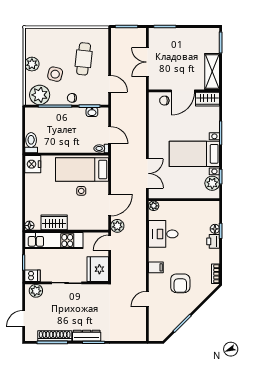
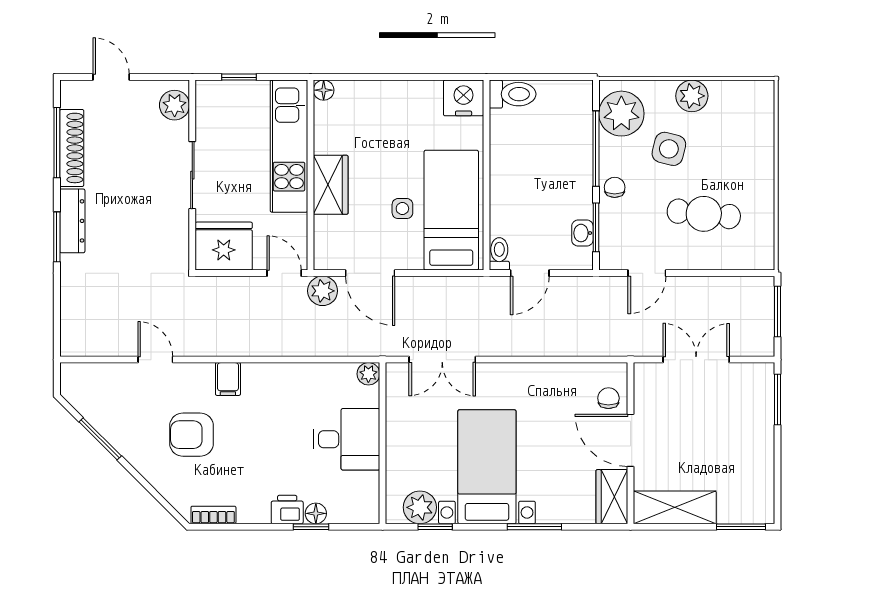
wardrobe: (54, 222) -> (331, 185), moved
desk: (163, 234) -> (346, 439), moved, turned 90
dishwasher: (33, 276) -> (209, 97), removed

